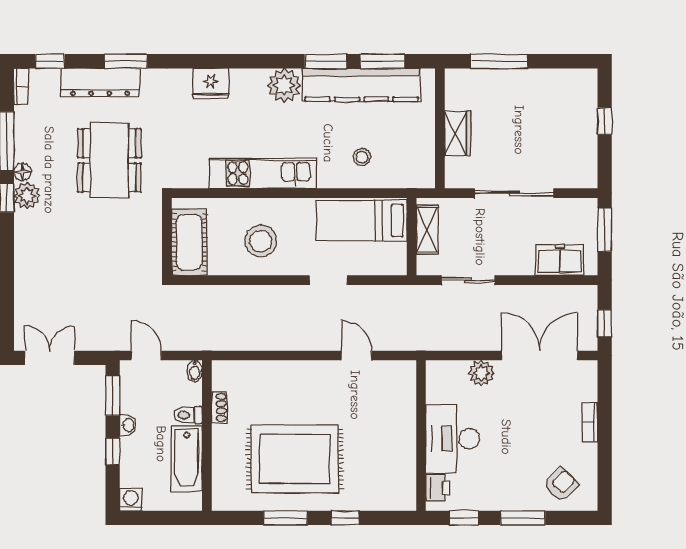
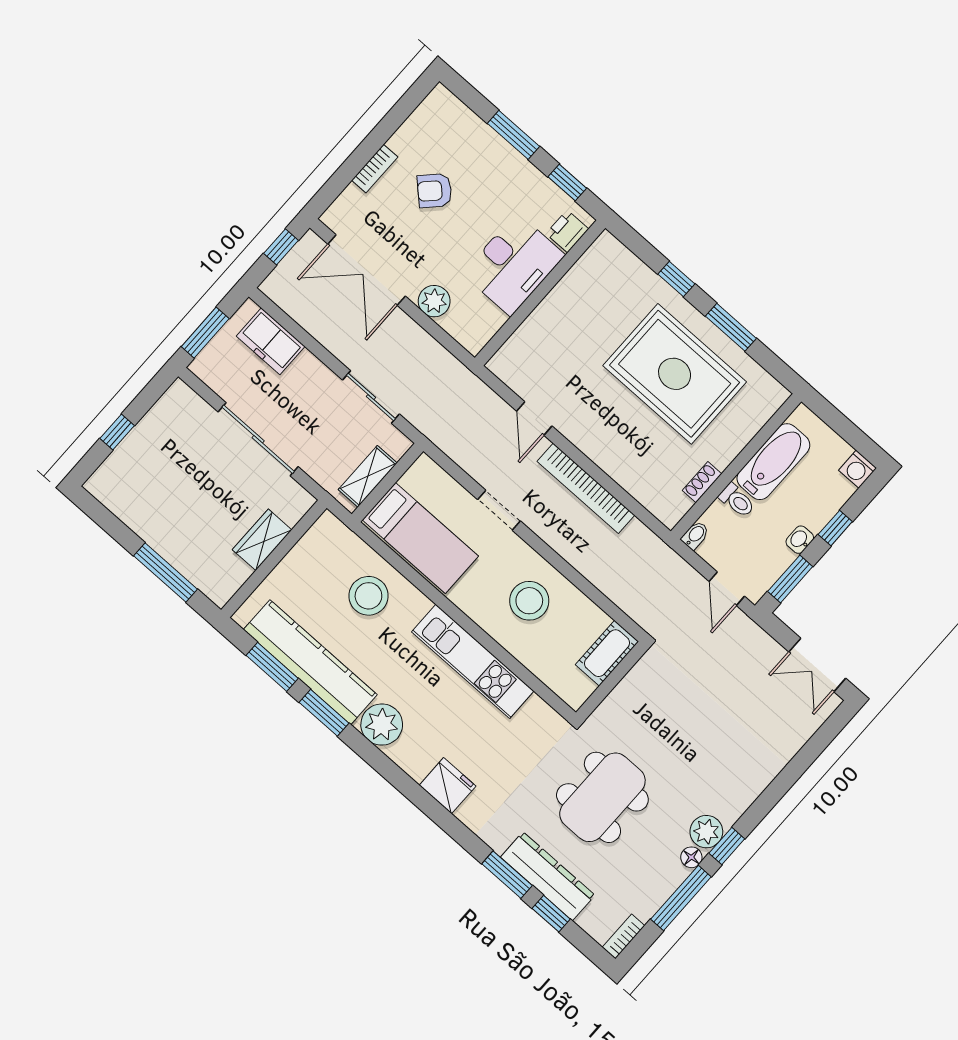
window: (50, 61) -> (551, 914), moved
stool: (362, 157) -> (368, 596), width x1.89, depth x1.89
cot: (189, 242) -> (607, 653), width x0.73, depth x0.75
bookcase: (287, 341) -> (586, 488), added
armchair: (561, 485) -> (435, 191), moved

